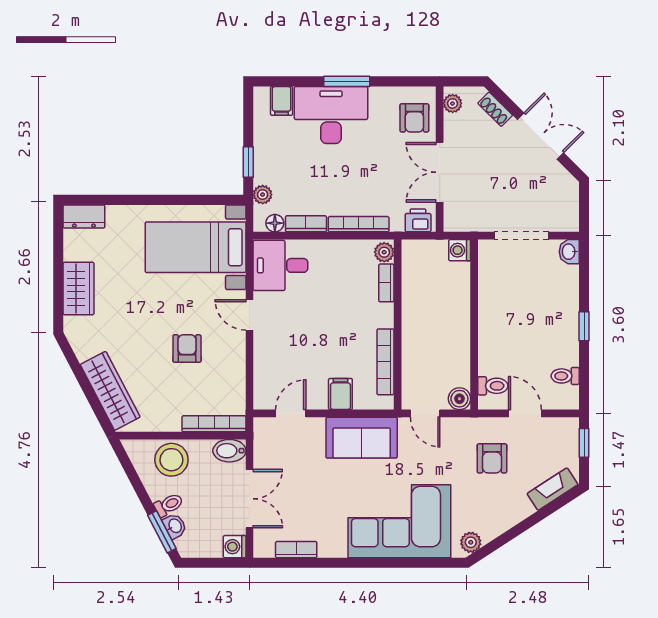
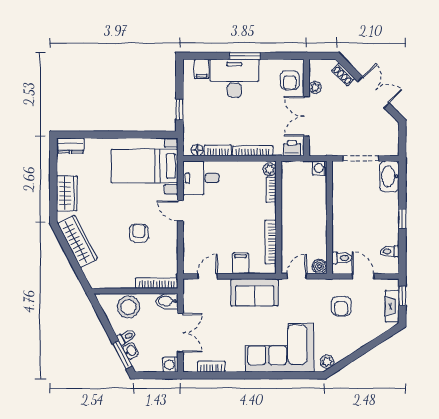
plant: (453, 103) -> (315, 87), moved
plant: (263, 195) -> (189, 131), removed
washbasin: (569, 252) -> (389, 176), width x1.91, depth x1.45
wardrobe: (110, 391) -> (77, 241), moved
door: (425, 413) -> (297, 276), swing flipped
fireplace: (553, 489) -> (392, 306), moved, turned -57

